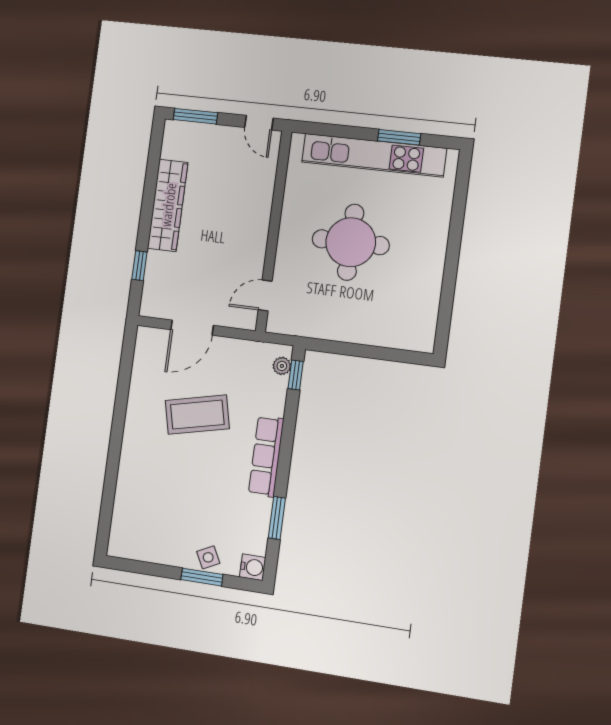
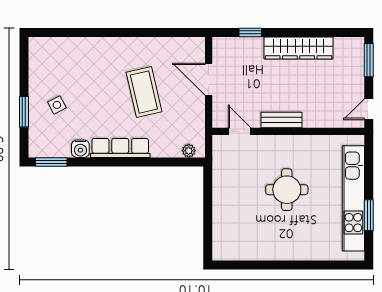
bench: (258, 238) -> (282, 120), added
round table: (351, 242) -> (287, 190), width x0.73, depth x0.73
window: (296, 375) -> (183, 162), removed
window: (277, 518) -> (51, 162), moved
side table: (208, 557) -> (57, 105), moved
water cooler: (253, 567) -> (80, 149), moved

